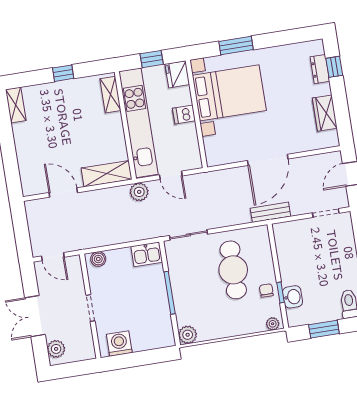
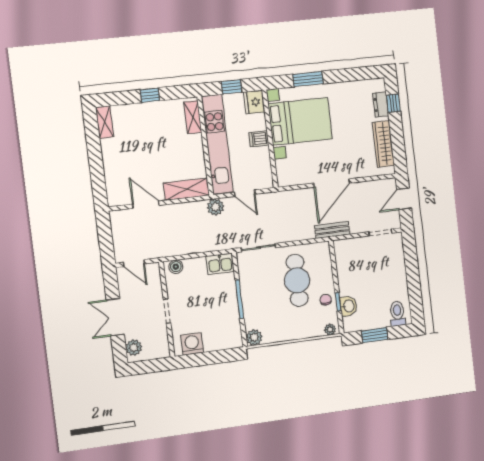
wardrobe: (325, 113) -> (383, 144), width x1.50

